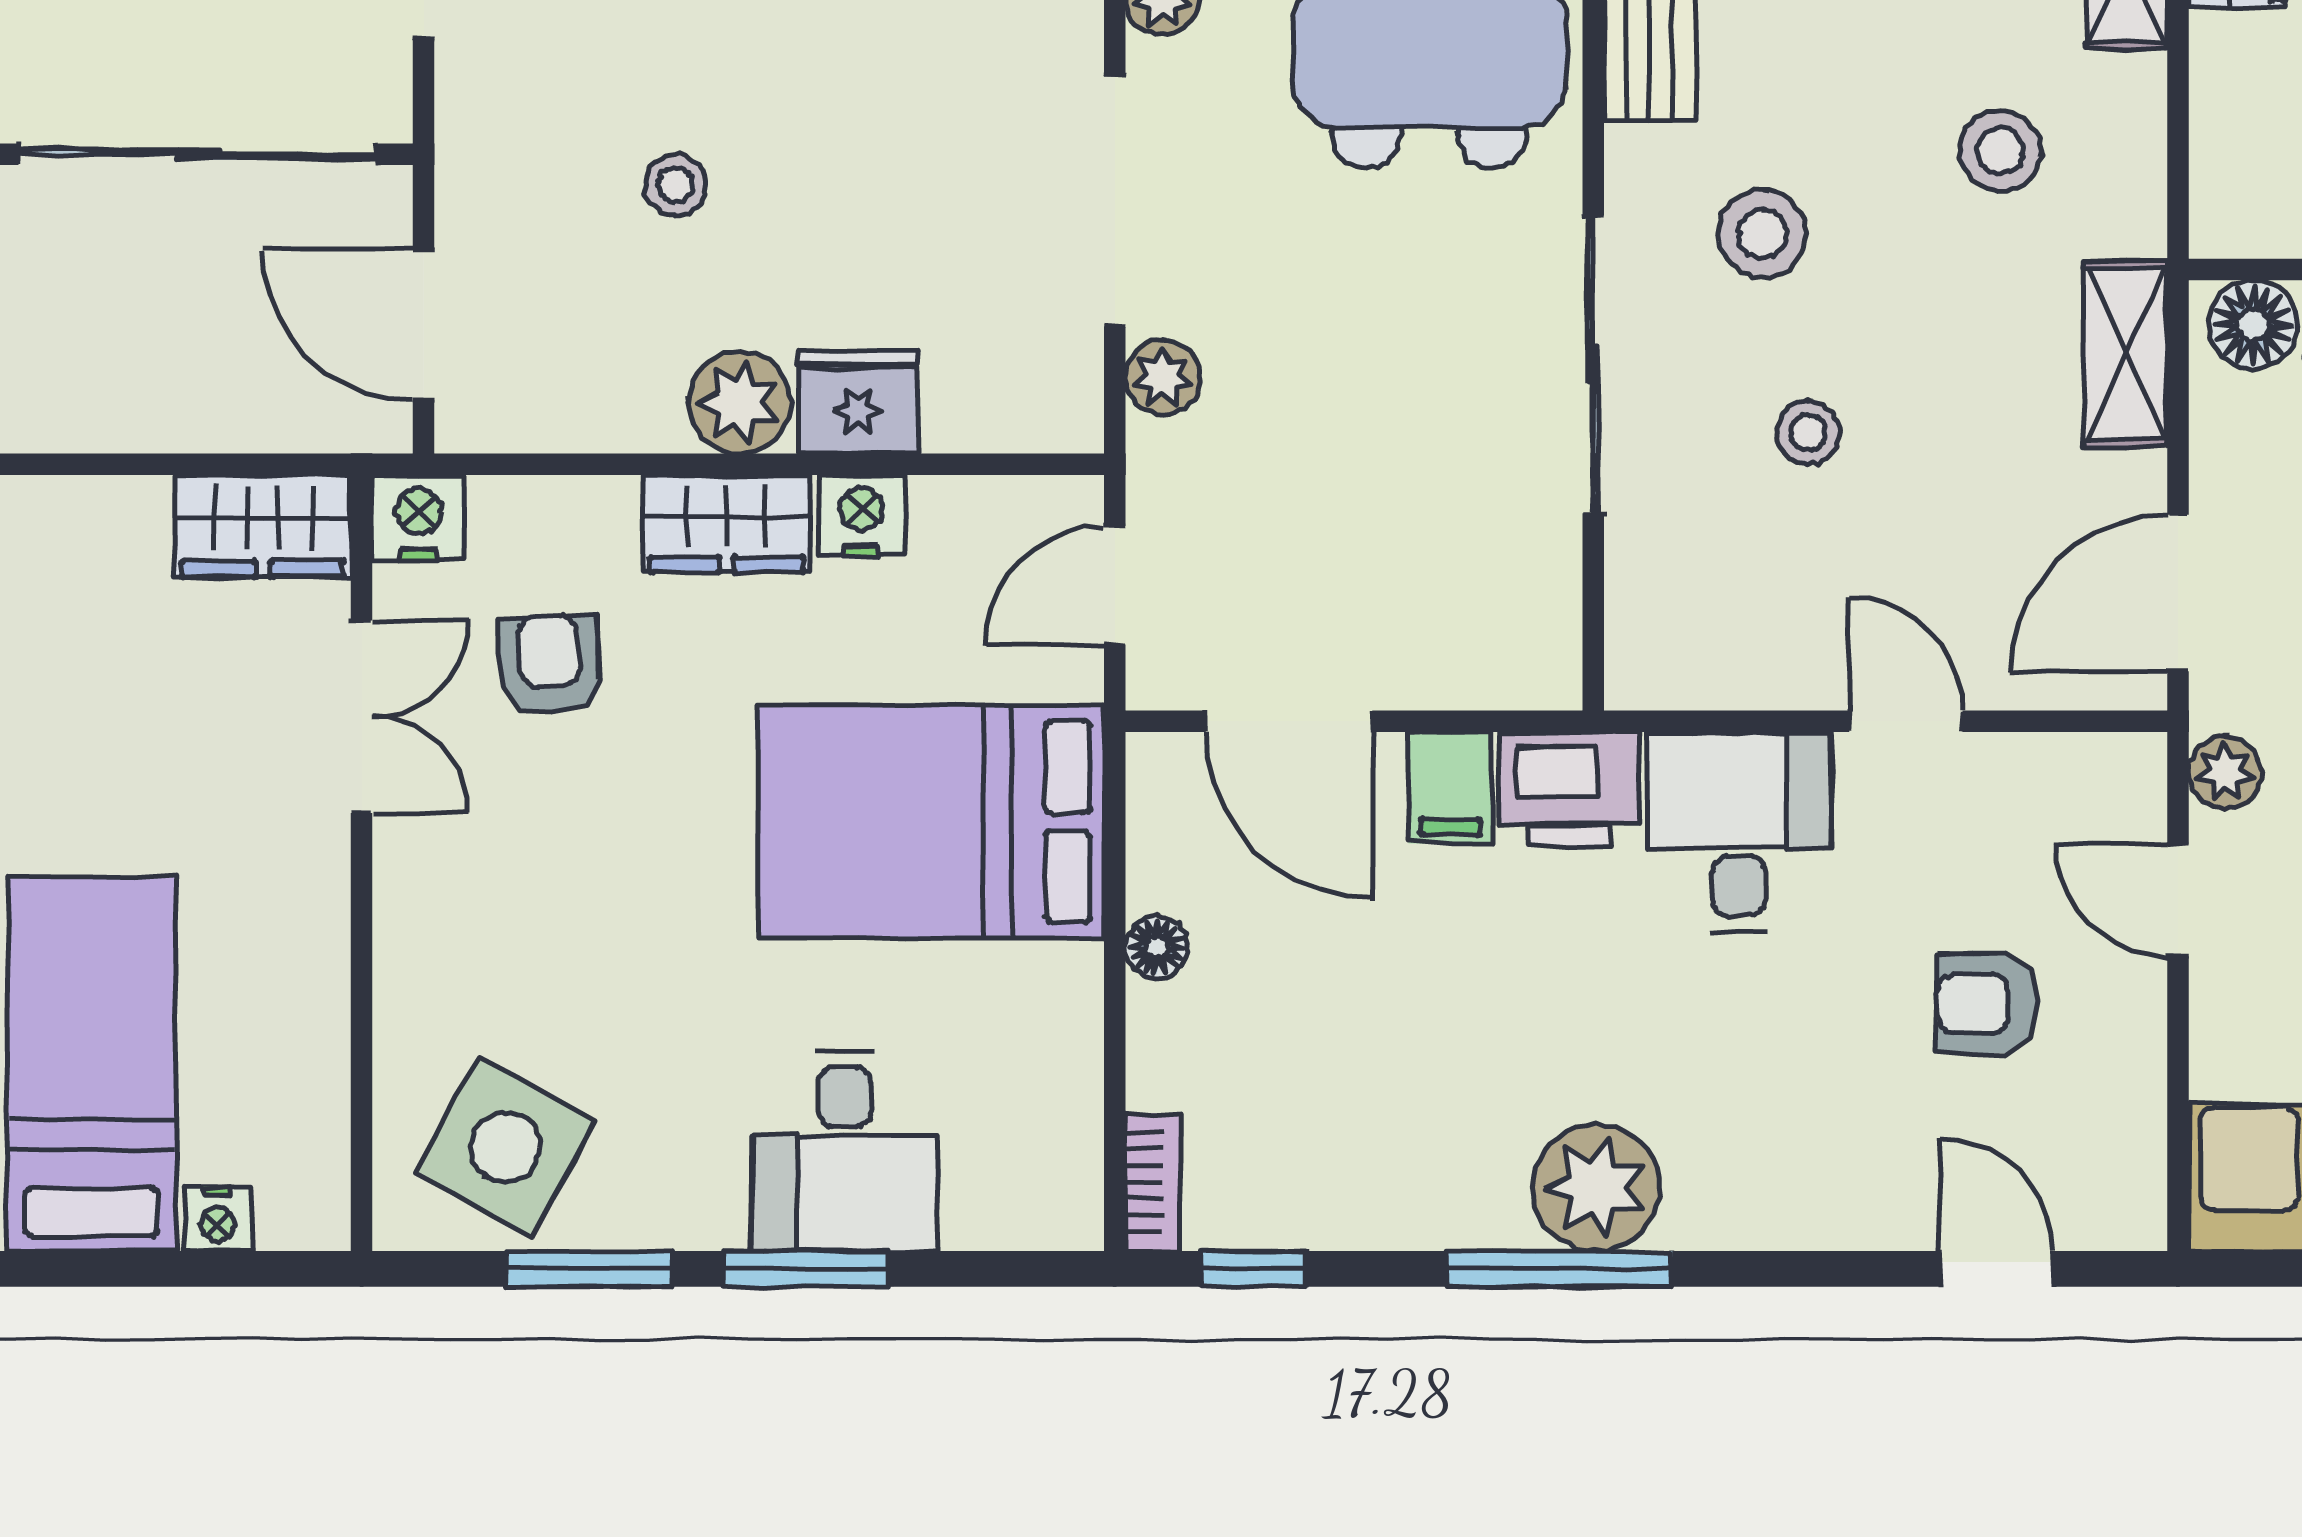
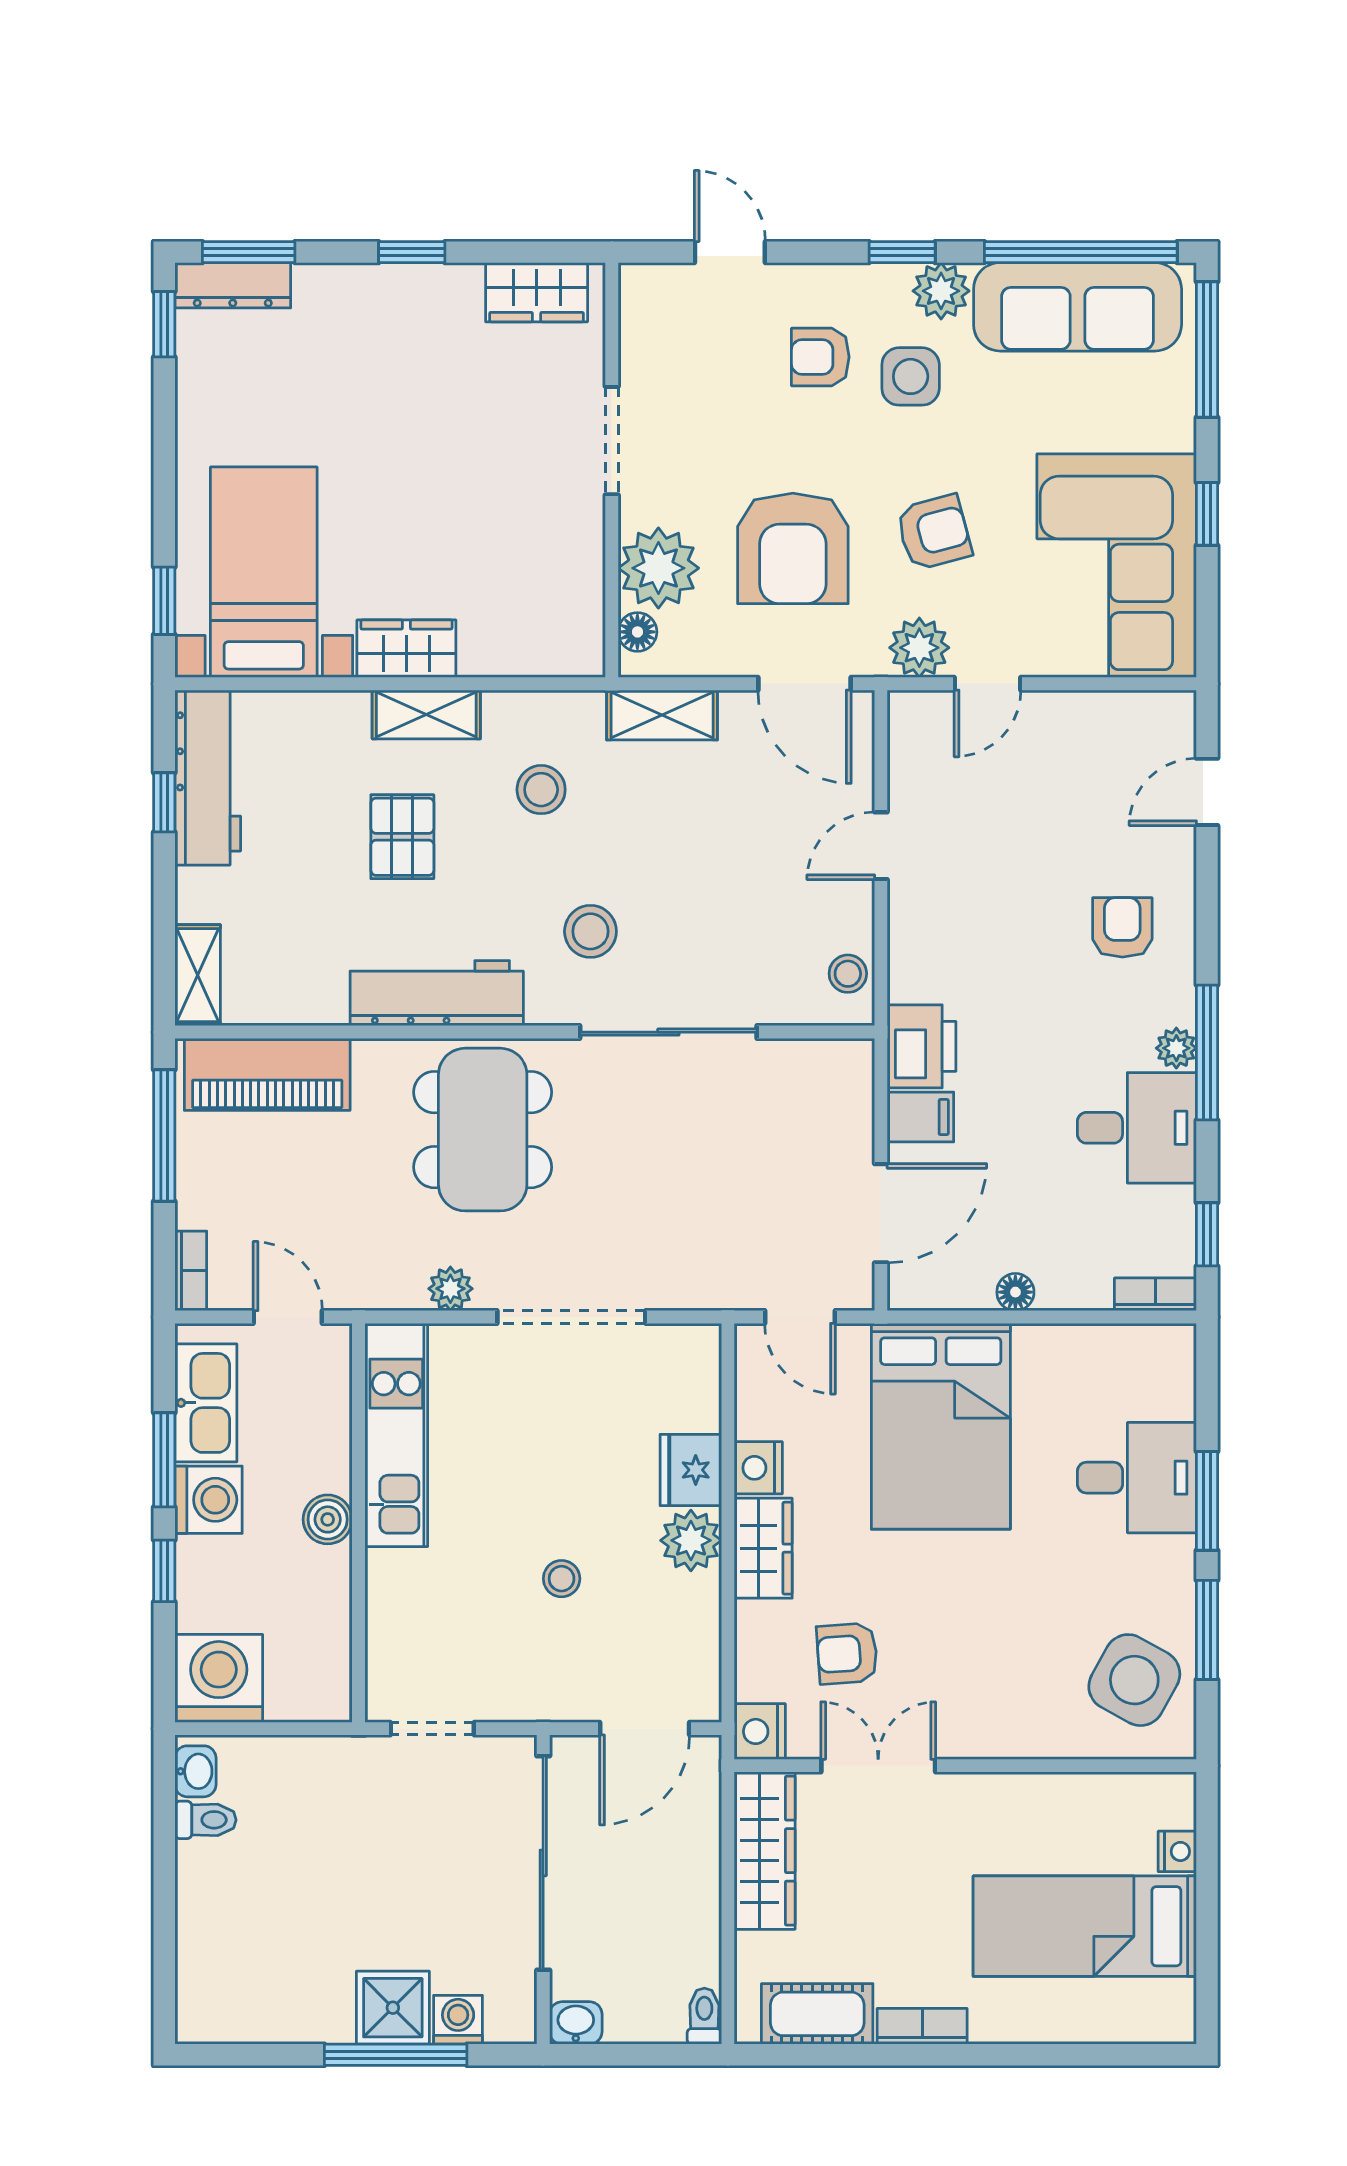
floor lamp: (2253, 325) -> (637, 632), width x0.73, depth x0.73
plant: (1163, 378) -> (676, 1288), removed
stool: (1808, 433) -> (848, 974), moved
wardrobe: (263, 526) -> (765, 1851), width x1.50
plant: (2225, 772) -> (919, 648), width x1.38, depth x1.38
desk: (1739, 832) -> (1137, 1128), moved, turned 180
armchair: (1987, 1003) -> (1122, 927), moved, turned 180
plant: (1596, 1188) -> (1176, 1048), width x0.53, depth x0.53

